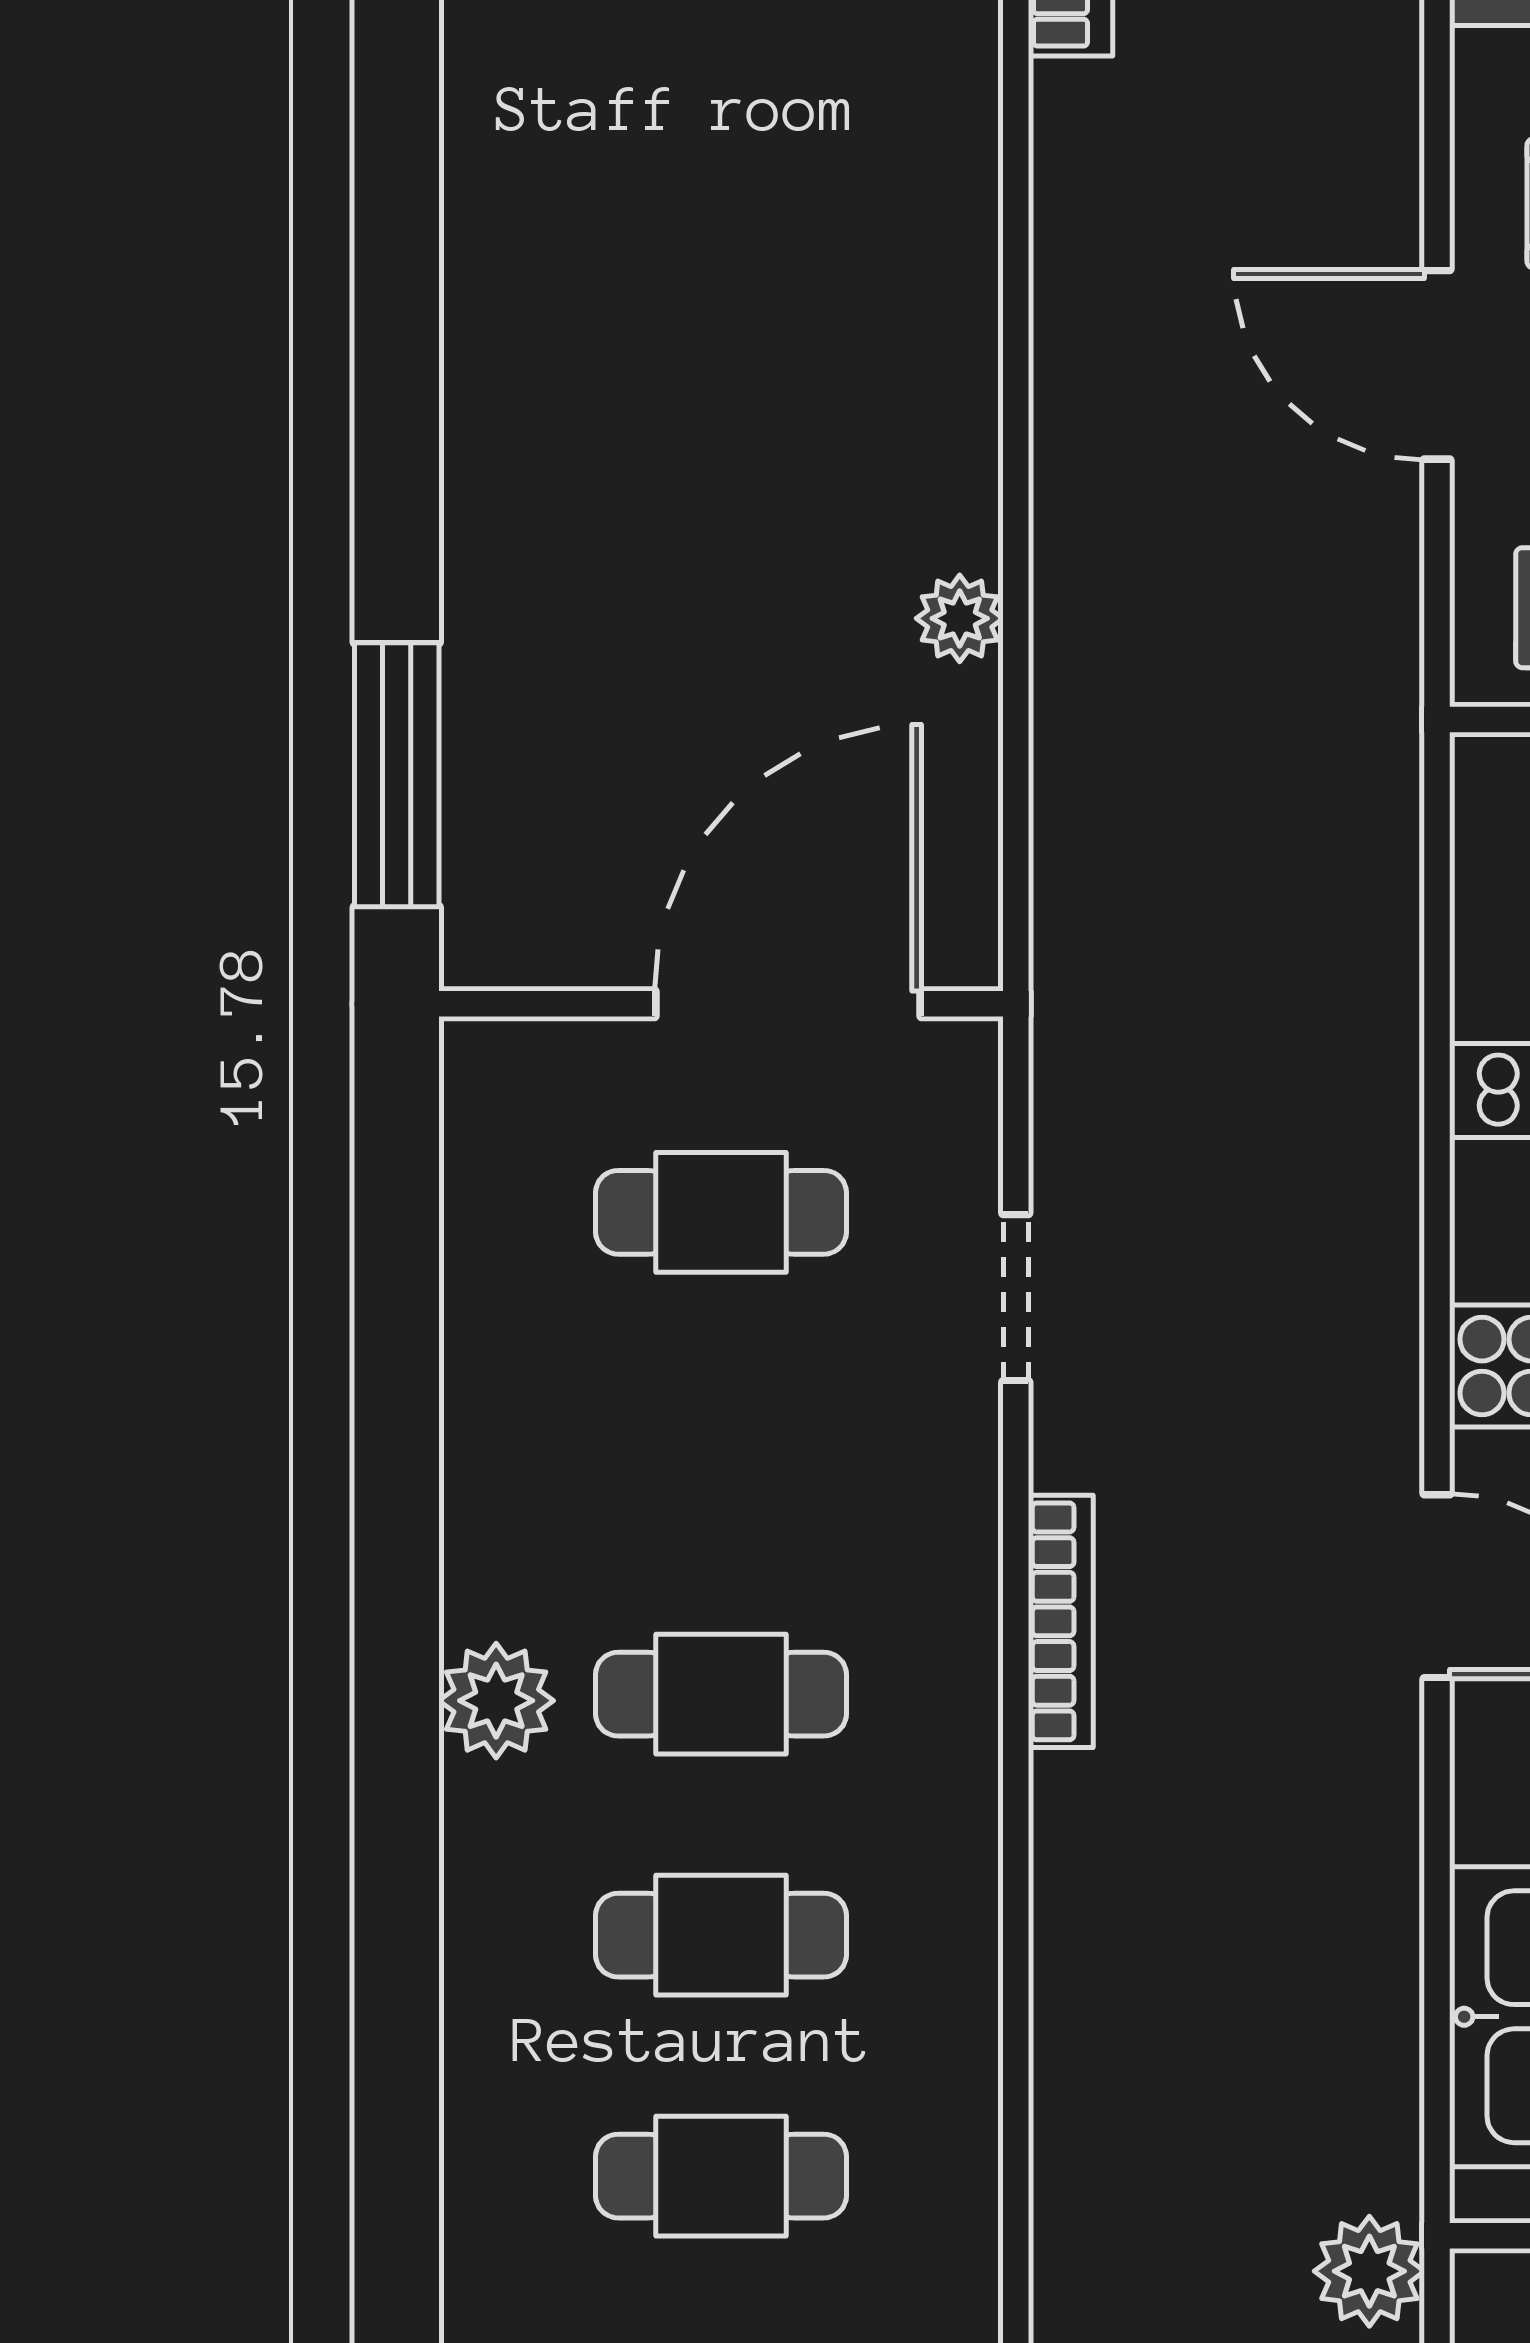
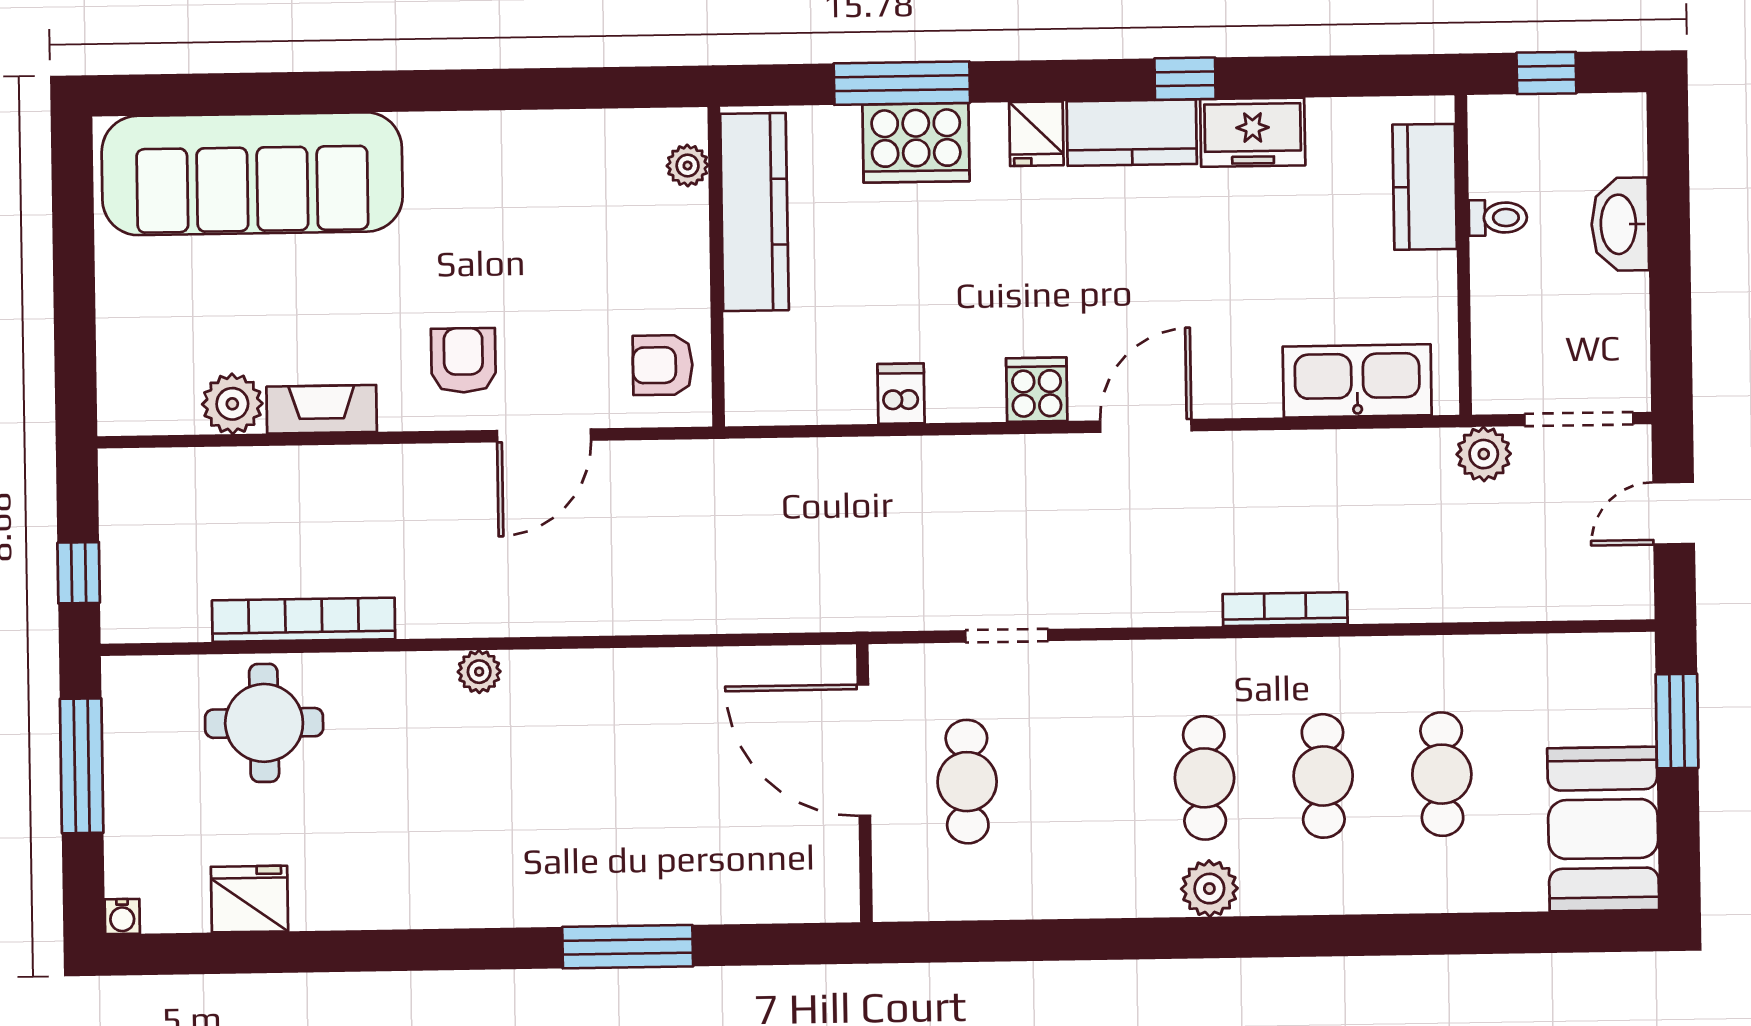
plant: (960, 618) -> (479, 672), moved
window: (397, 775) -> (628, 947), moved
bookcase: (1061, 1621) -> (1285, 609), moved

